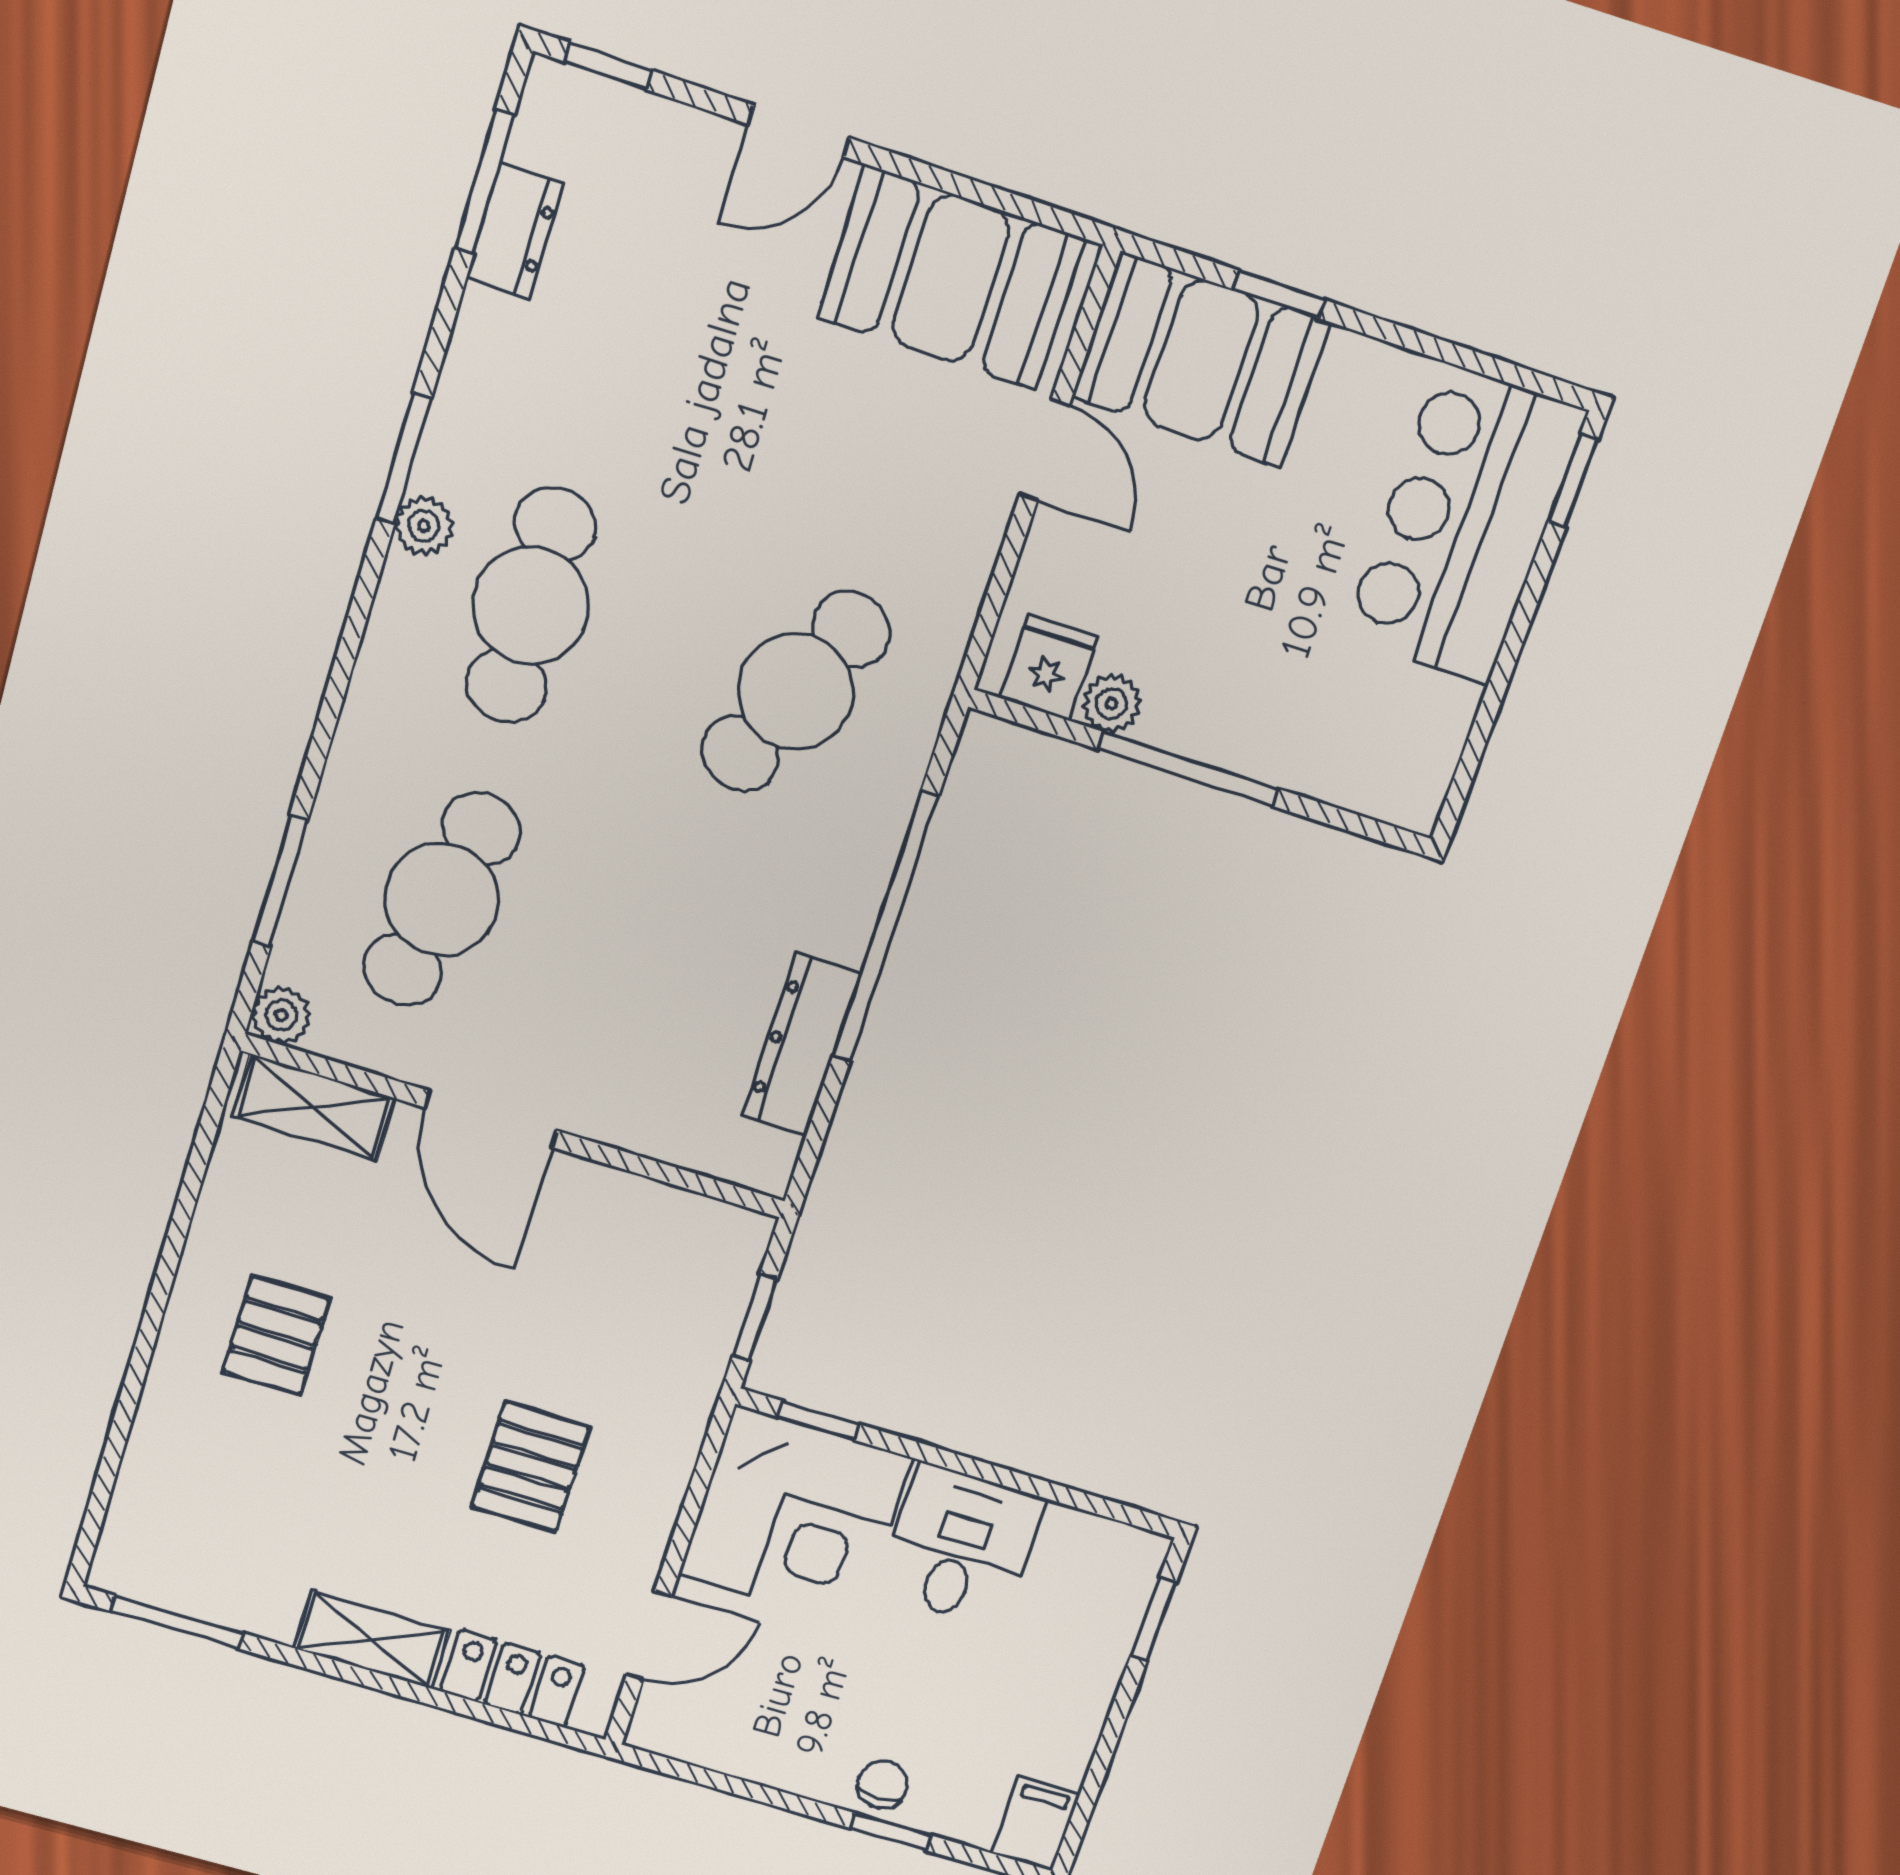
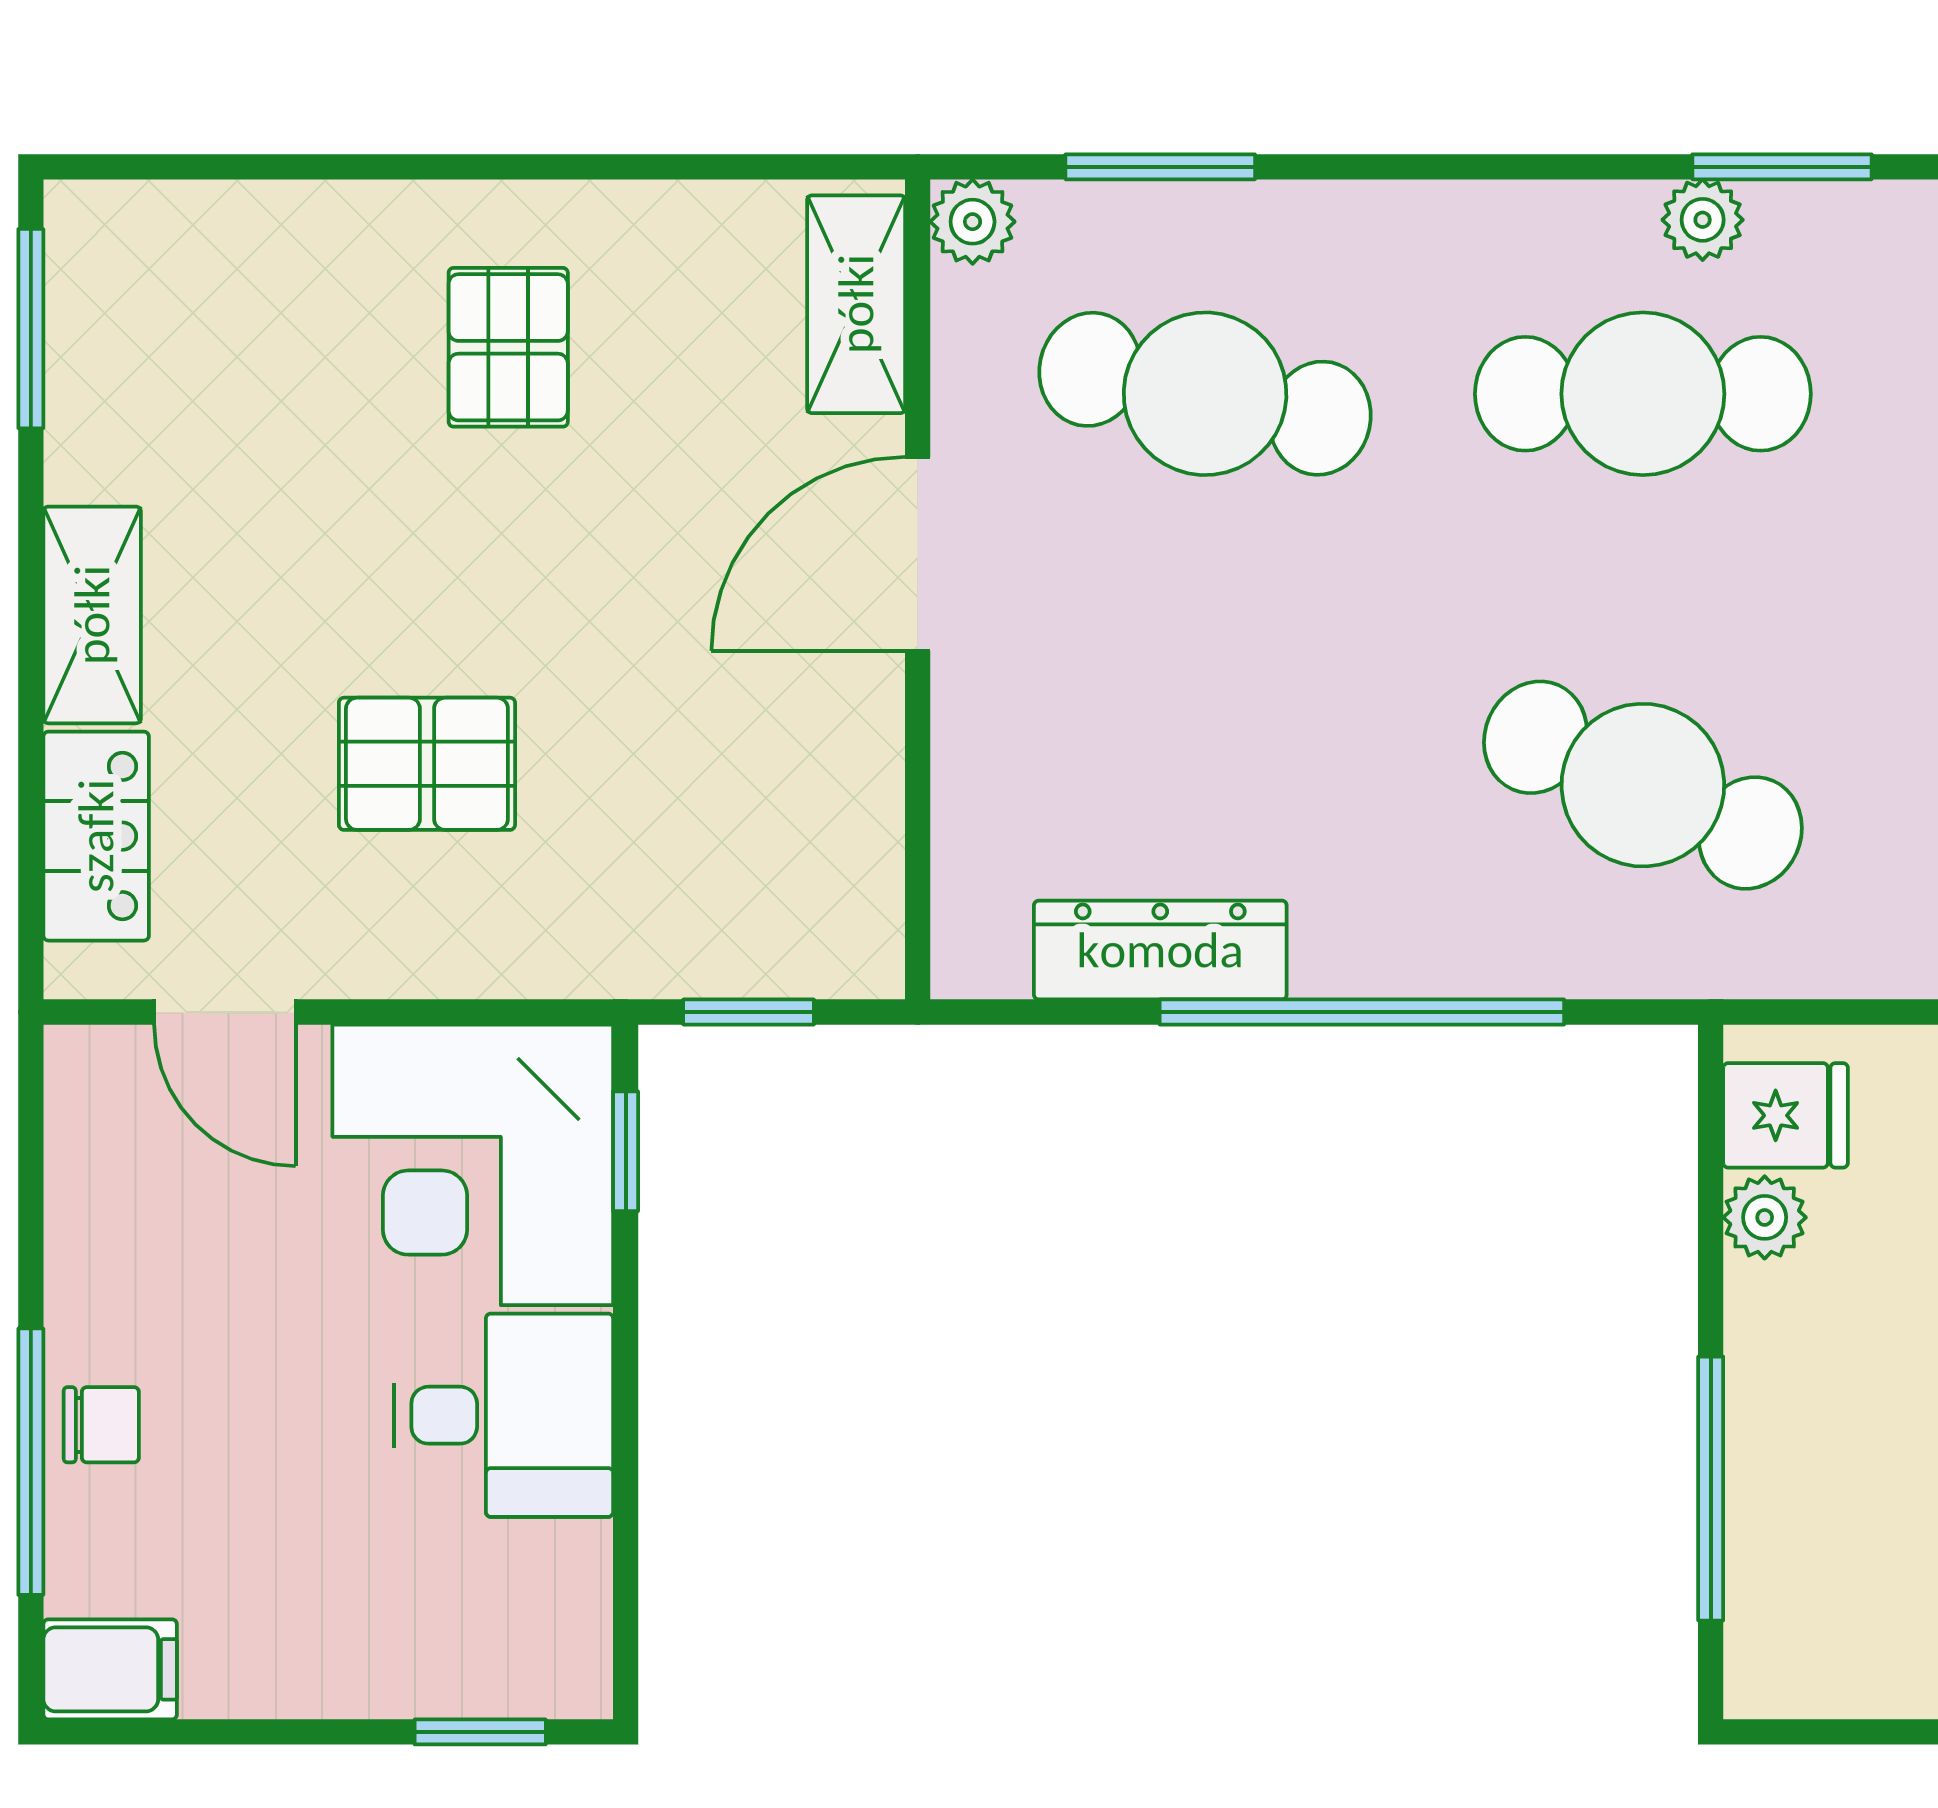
window: (1188, 769) -> (1711, 1489), moved
pallet: (276, 1335) -> (508, 347), turned 90
window: (891, 1832) -> (31, 1462), width x2.17

